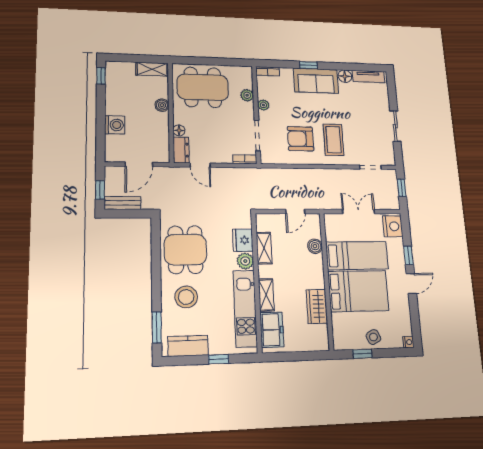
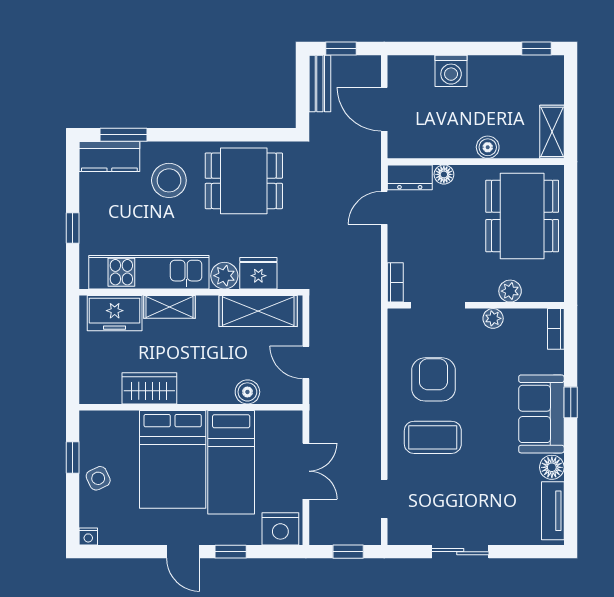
shelving: (264, 248) -> (258, 311), width x1.50, depth x1.33
kitchen counter: (188, 346) -> (109, 156), moved, turned 90

